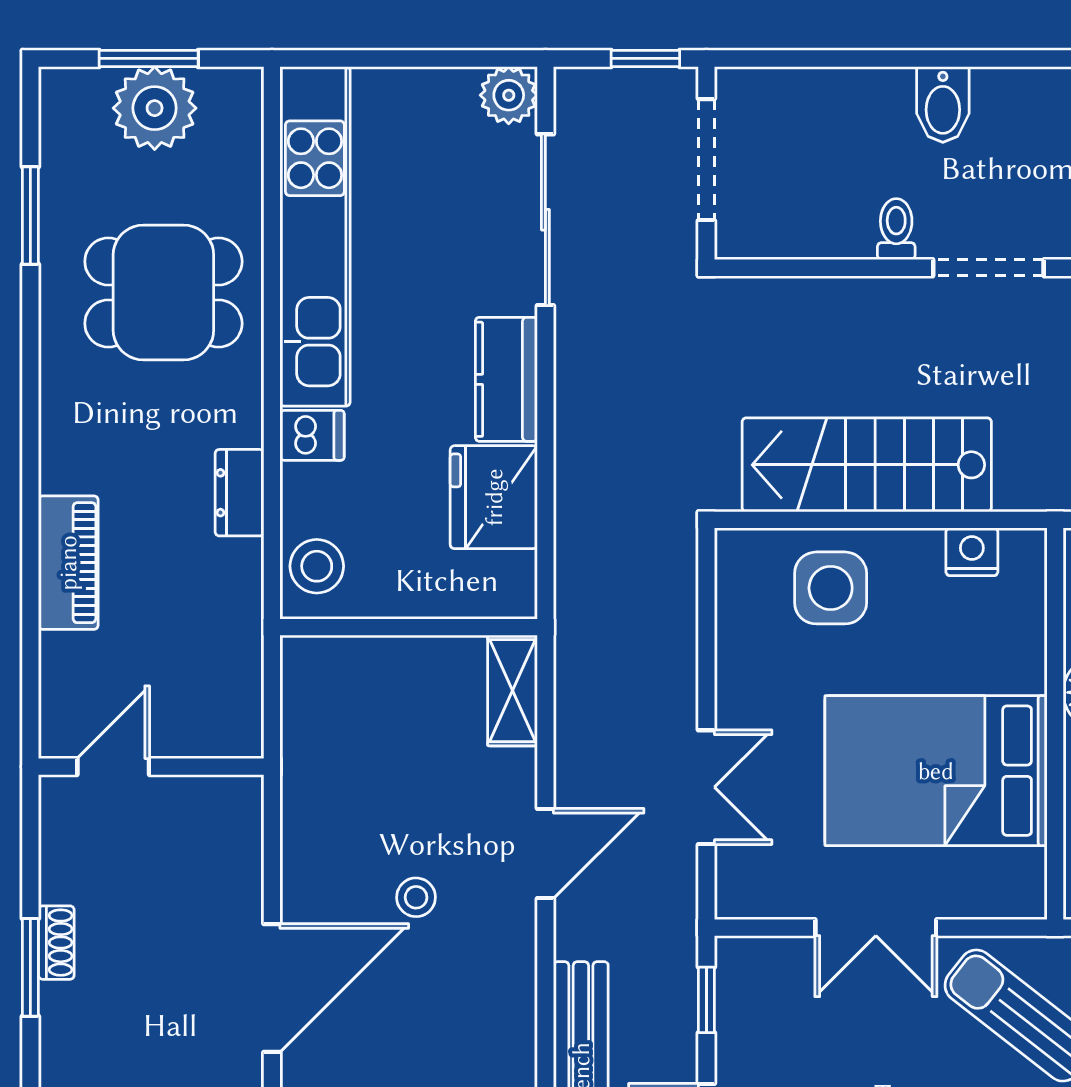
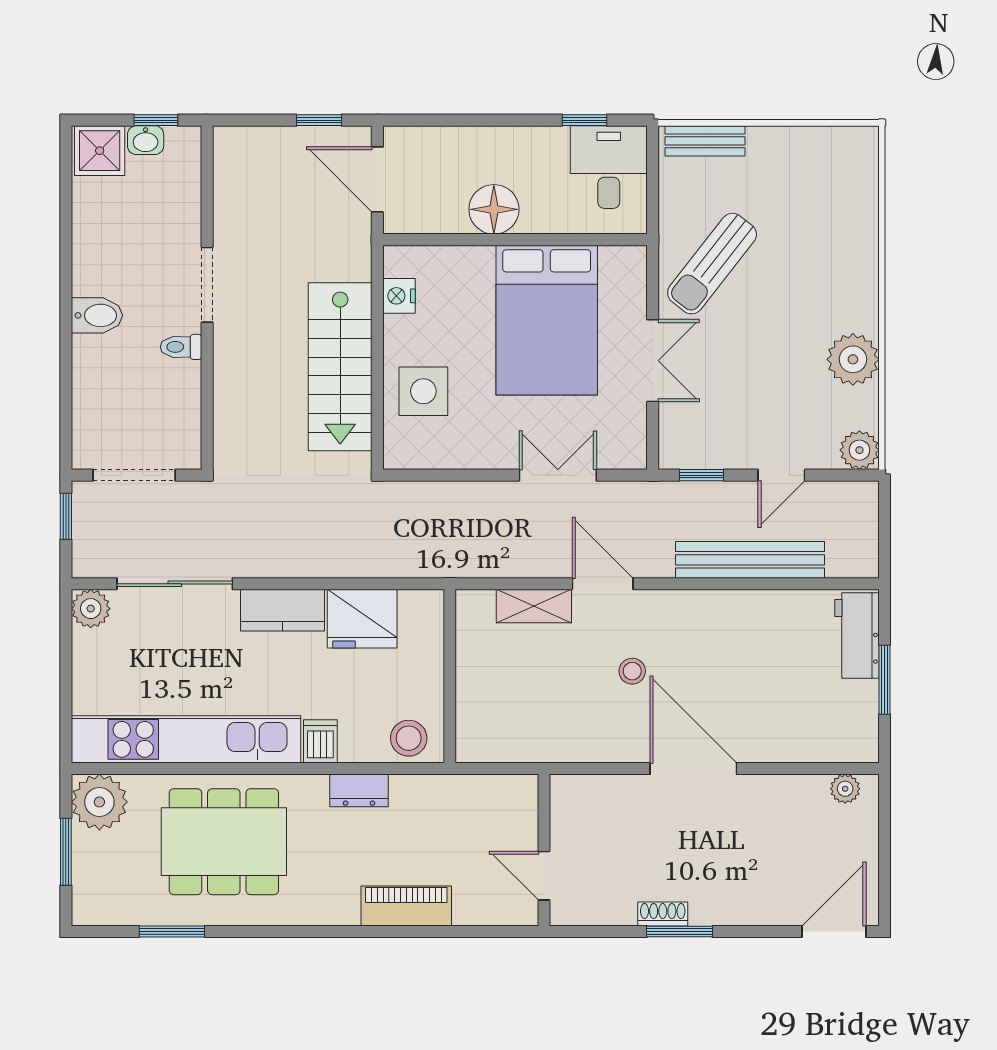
plant: (155, 108) -> (99, 802), moved
dining table: (163, 292) -> (224, 842), width x1.38
shelving: (512, 691) -> (534, 606), moved

